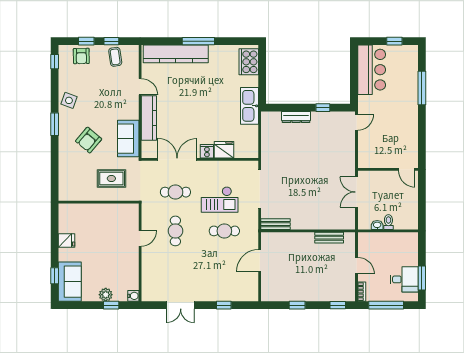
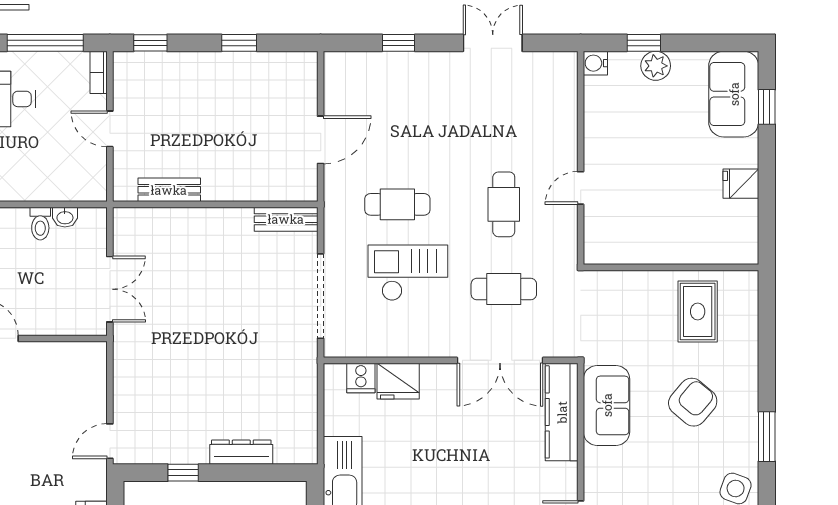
kitchen counter: (149, 118) -> (562, 412), moved
cooker: (207, 151) -> (361, 378), moved
rug: (111, 179) -> (698, 312), moved, turned 90

